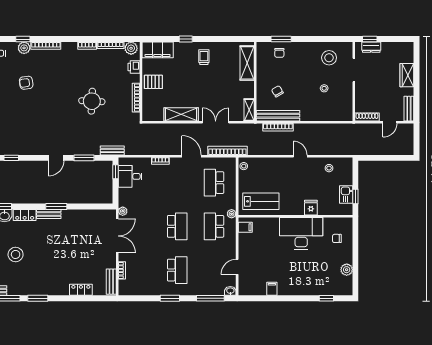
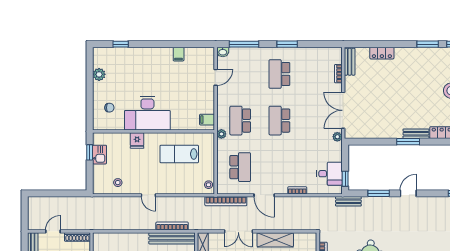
lab bench: (261, 201) -> (179, 154), moved
school desk: (214, 226) -> (240, 121), turned 180

